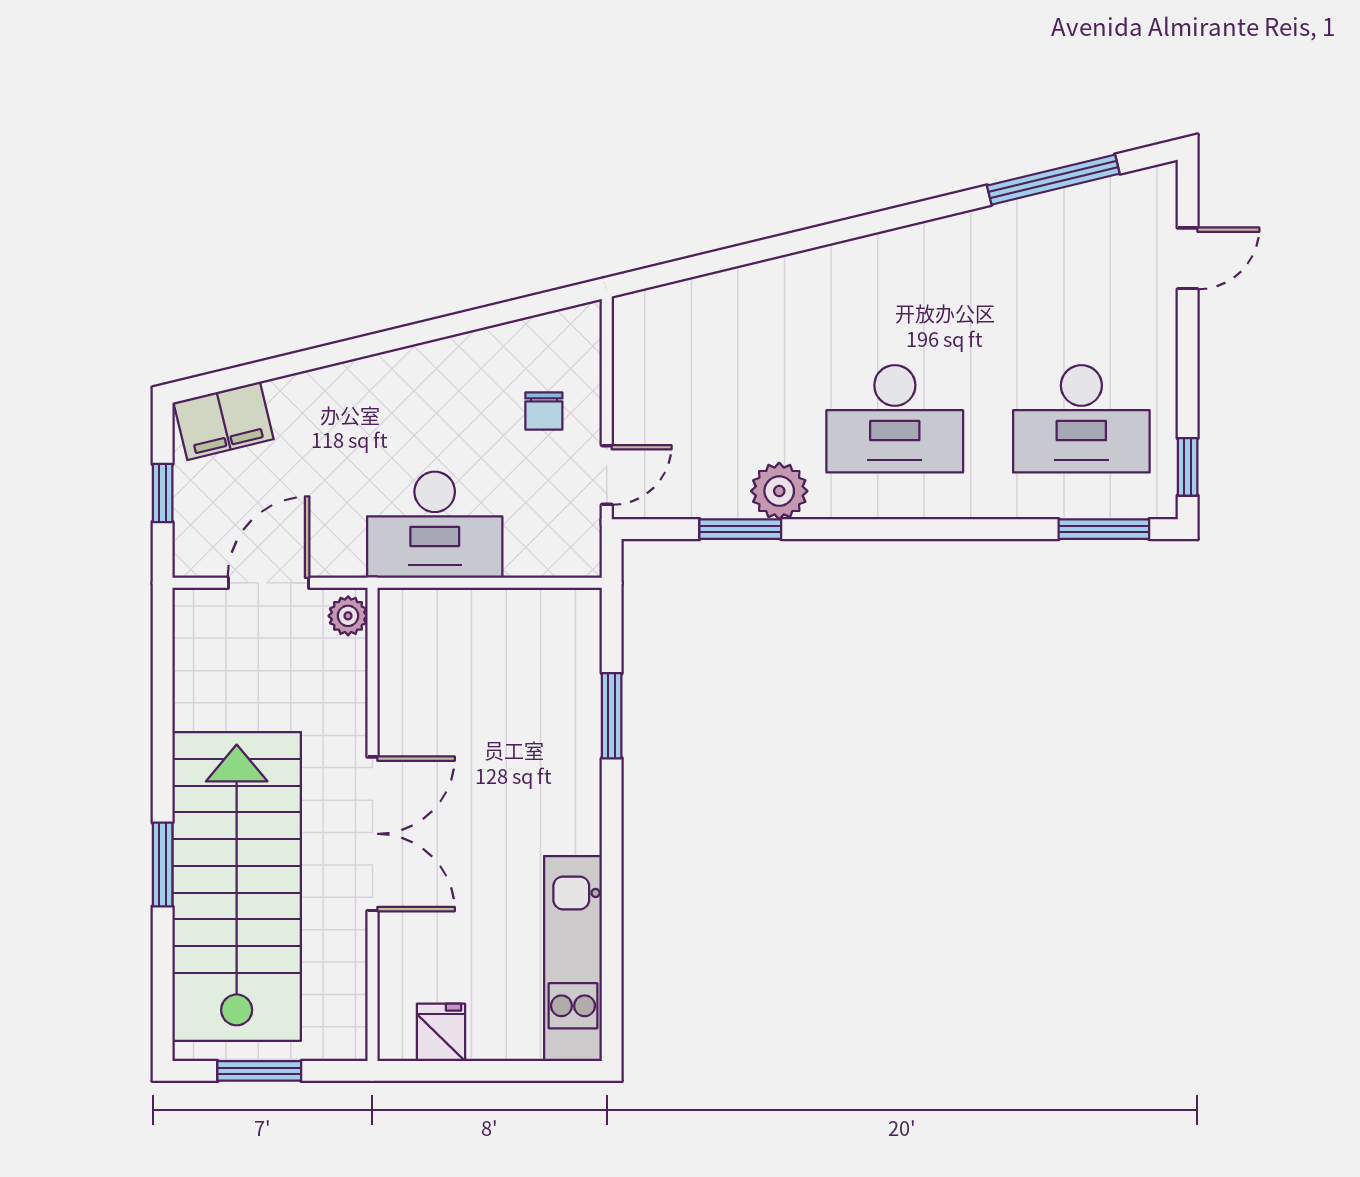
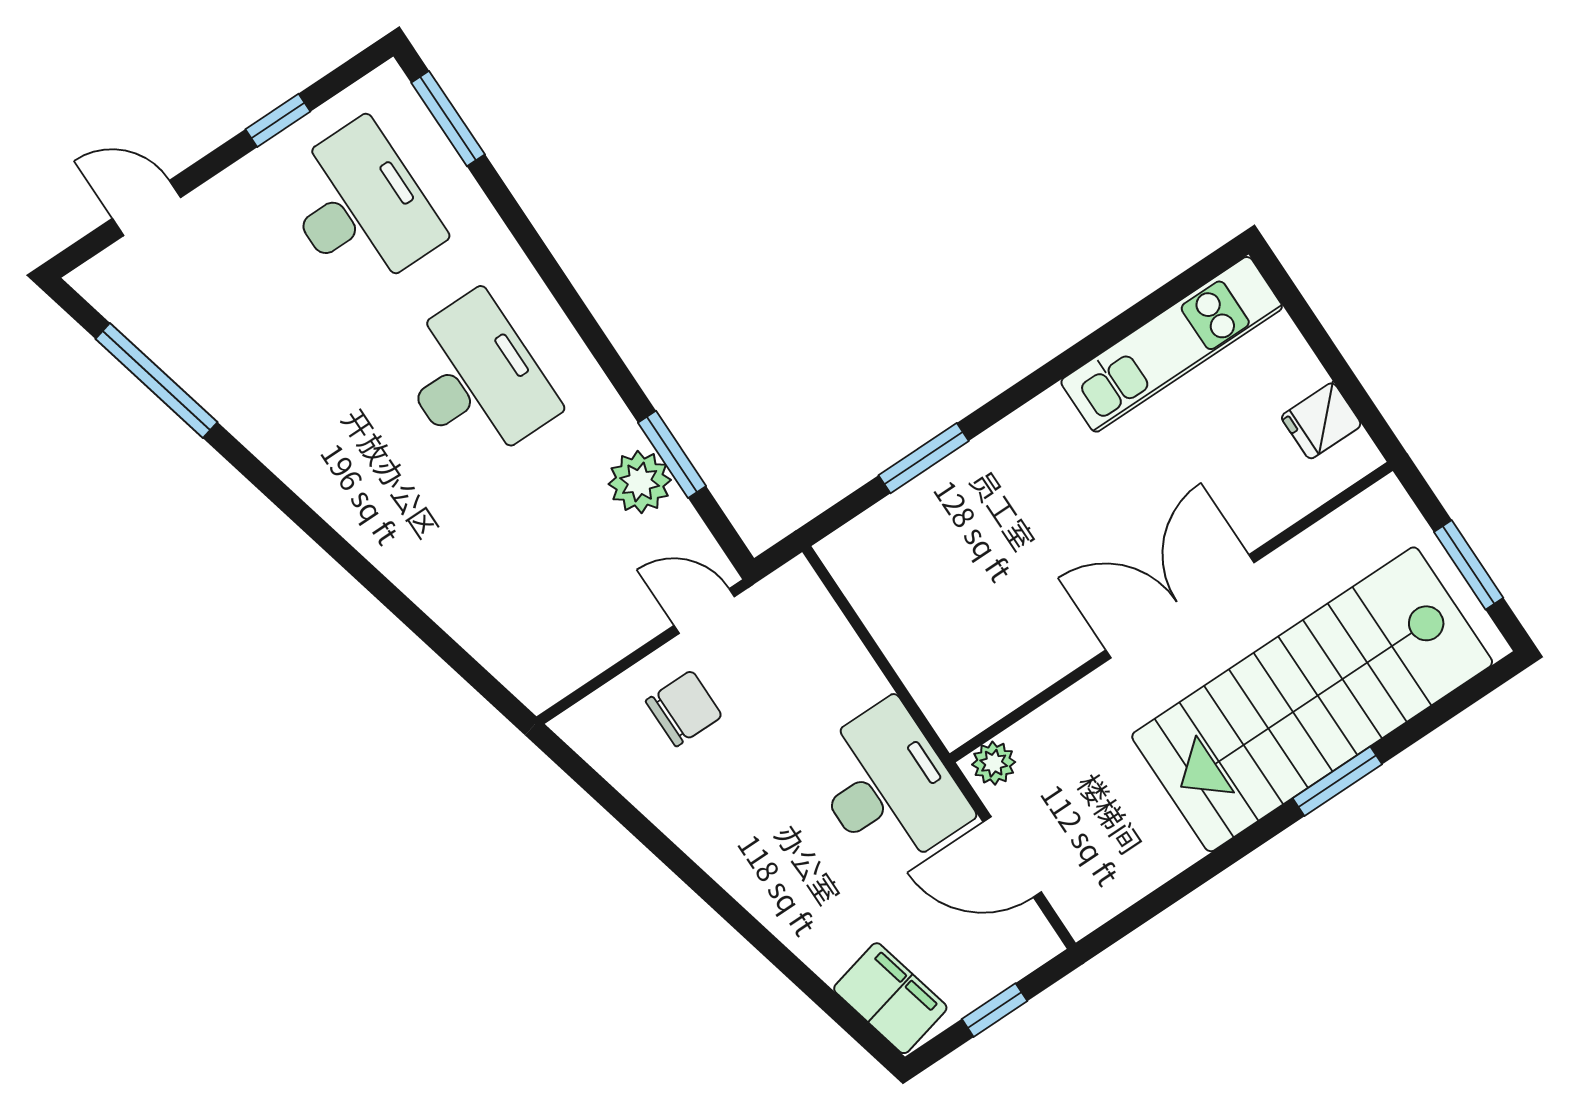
chair: (544, 411) -> (684, 708), width x1.37, depth x1.37
window: (1188, 467) -> (278, 120), moved
plant: (779, 491) -> (640, 482), moved
desk: (435, 525) -> (888, 787), moved

